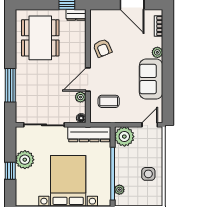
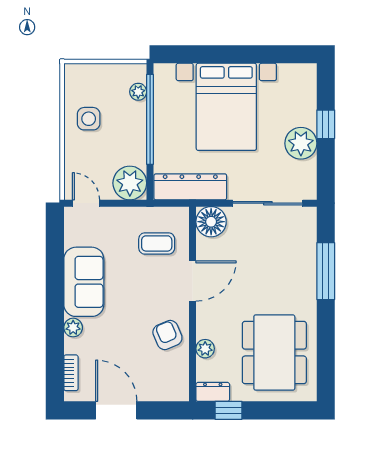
plant: (80, 97) -> (205, 349), moved
floor lamp: (81, 118) -> (211, 222), width x1.89, depth x1.89
door: (150, 125) -> (86, 203), swing flipped

